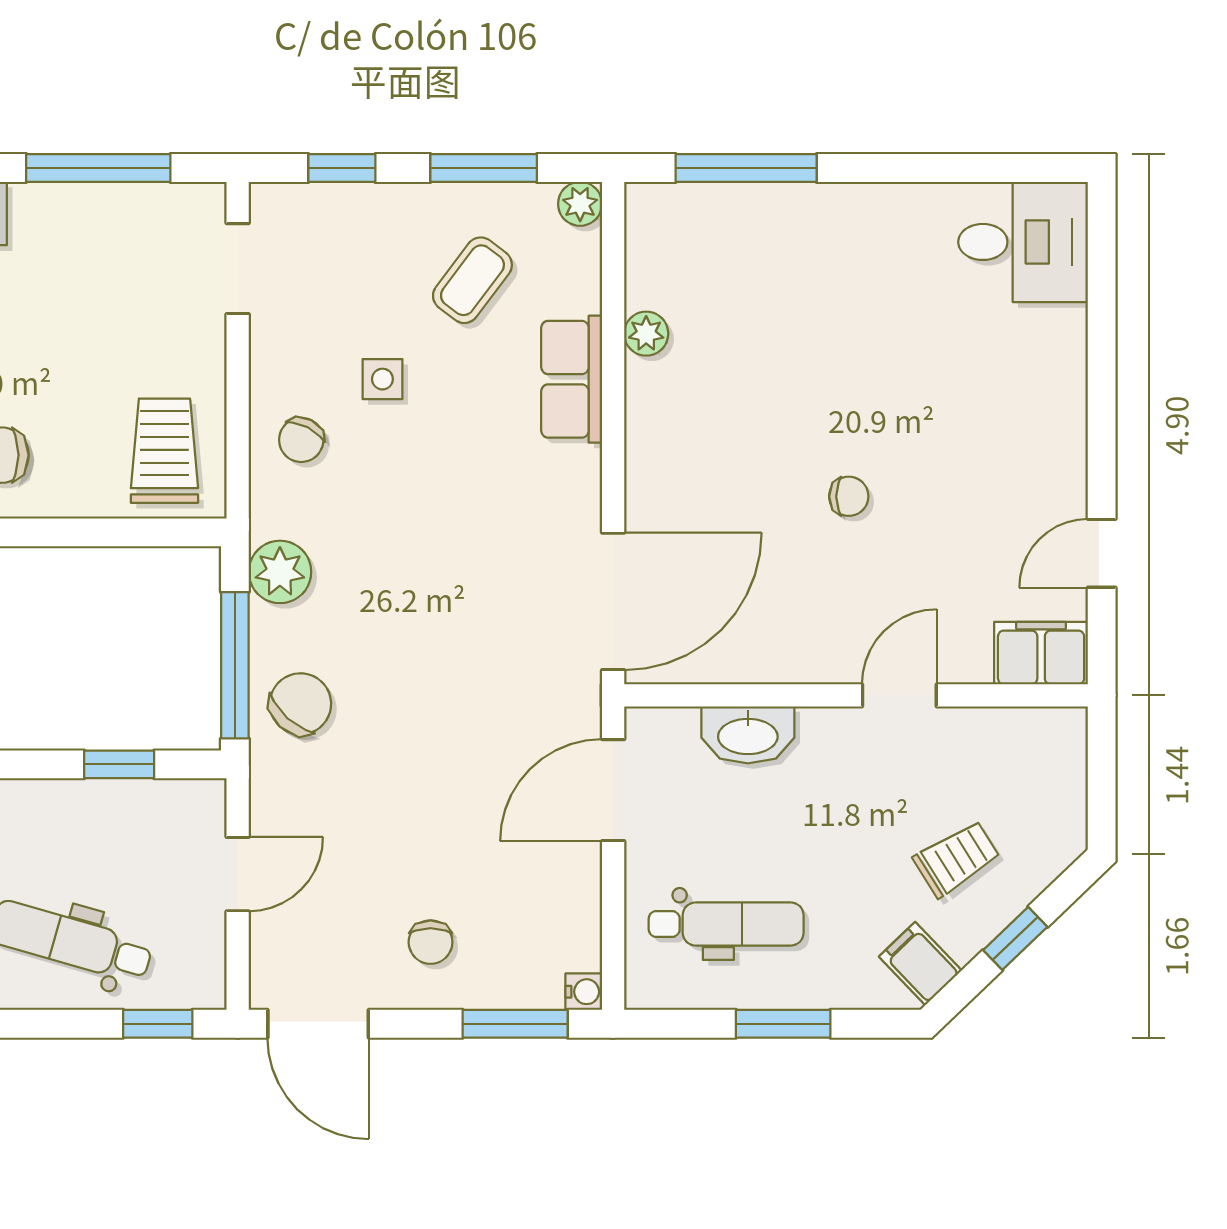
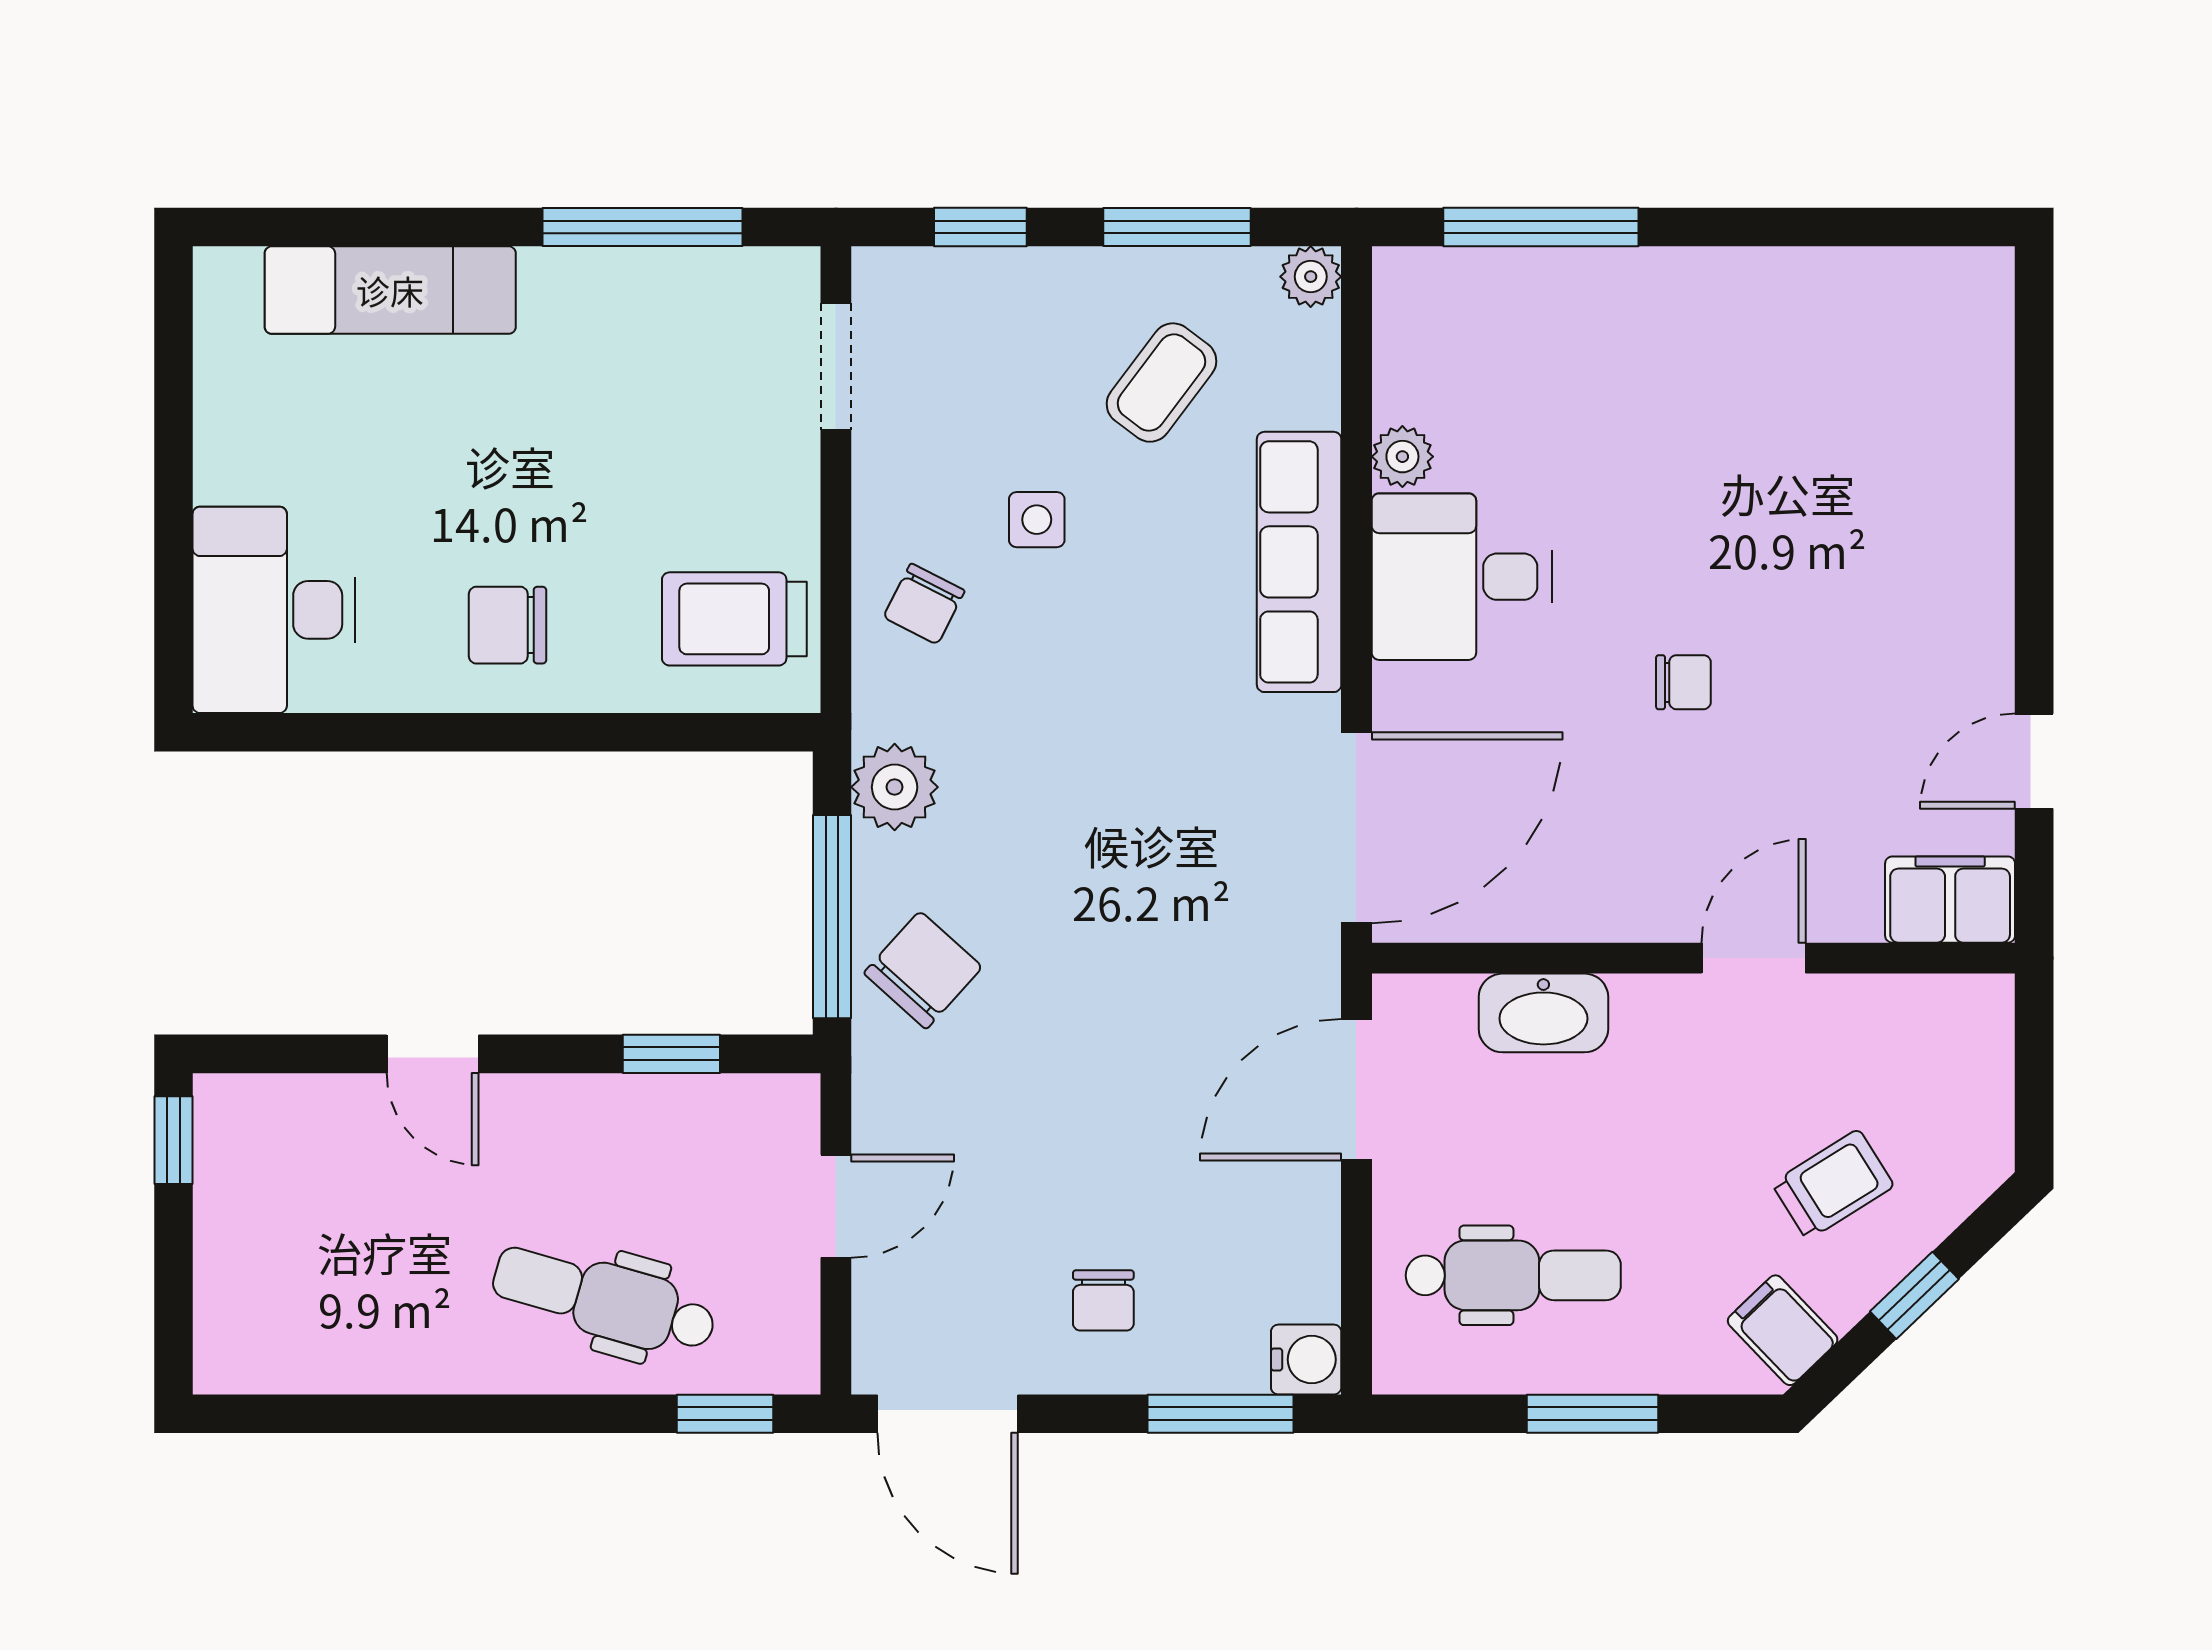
desk: (1023, 242) -> (1462, 577), moved, turned 180
row of seats: (572, 379) -> (1299, 562), width x1.48
trolley: (164, 451) -> (734, 619), turned -90
water cooler: (584, 992) -> (1306, 1360), width x1.38, depth x1.38

